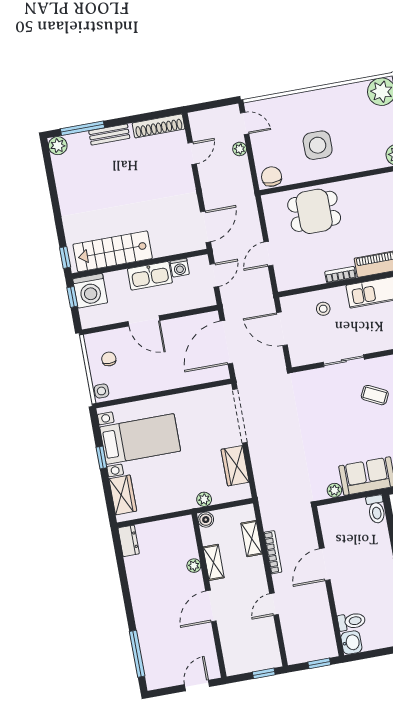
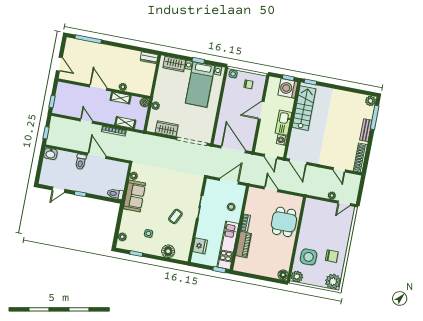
side table: (318, 145) -> (309, 257), moved
chair: (272, 177) -> (332, 256), moved
toilet: (351, 621) -> (81, 162), moved

